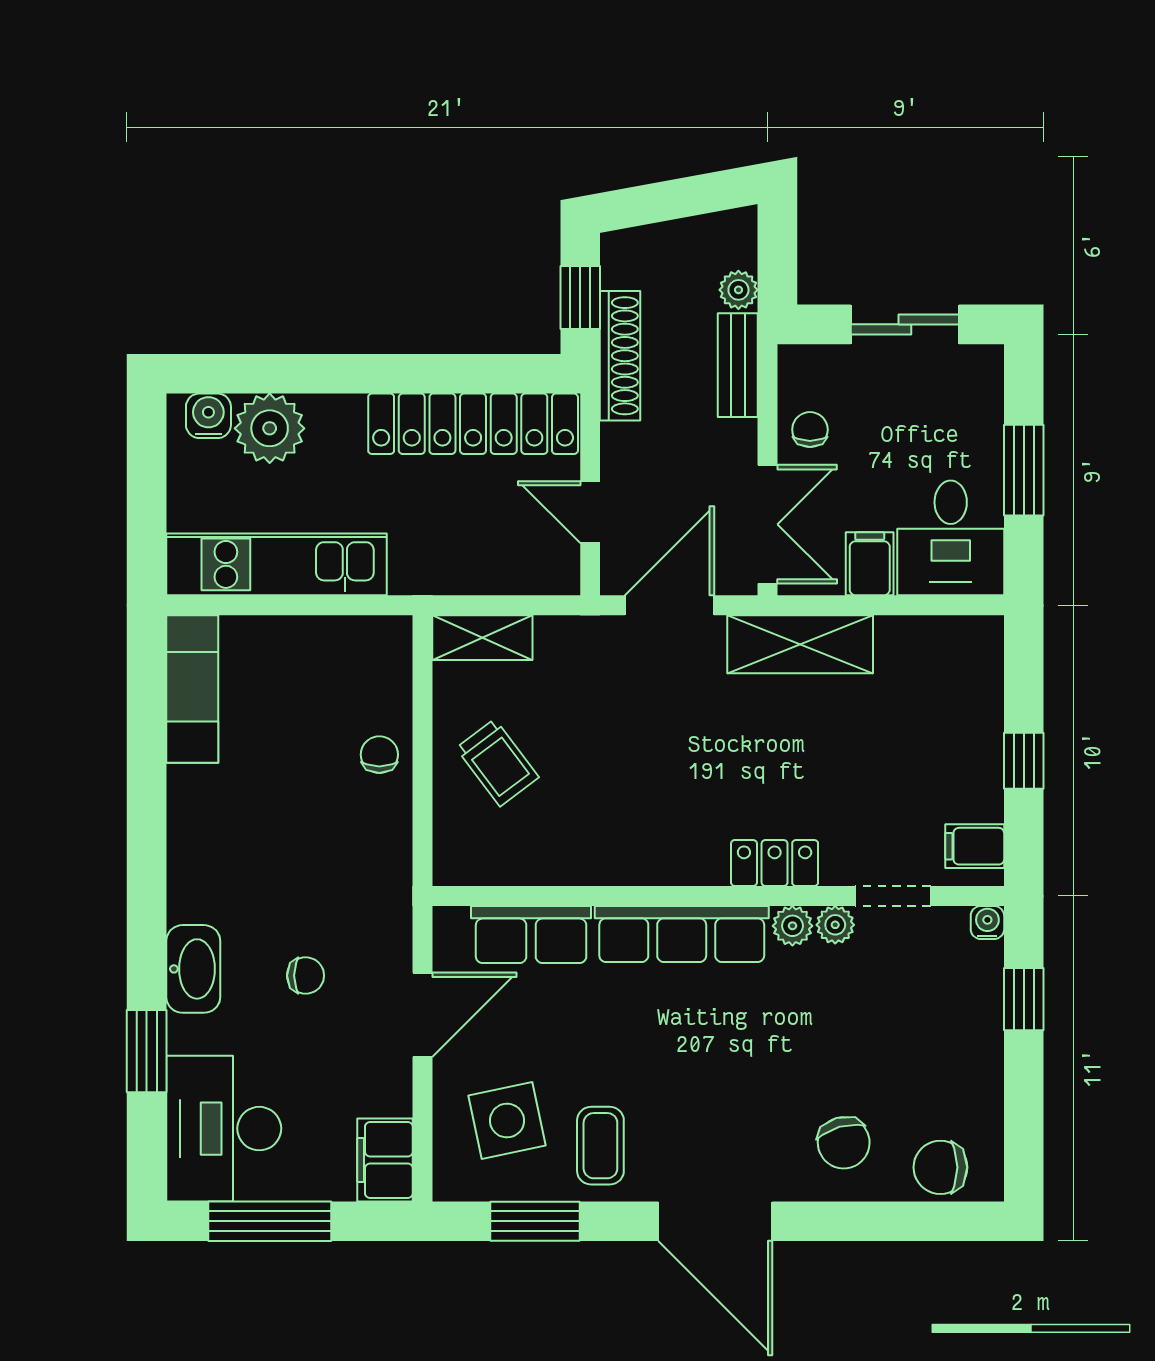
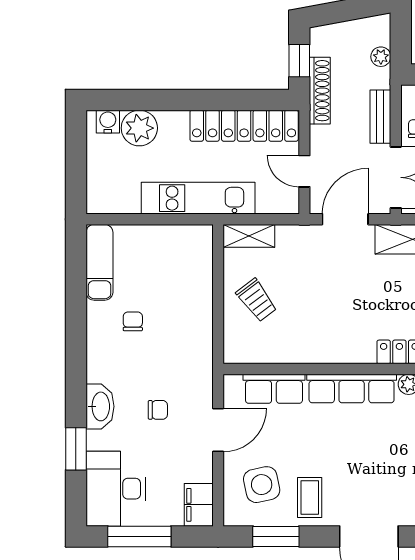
bench: (738, 365) -> (380, 117), moved
kitchen unit: (277, 564) -> (198, 198), moved
chair: (379, 755) -> (133, 321), moved

